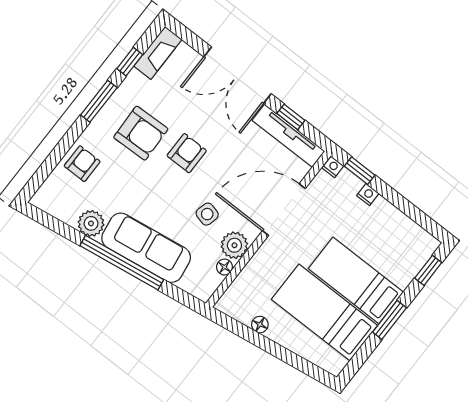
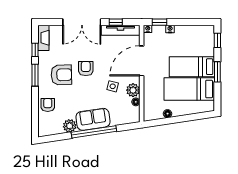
sofa: (146, 248) -> (93, 119), width x0.73

